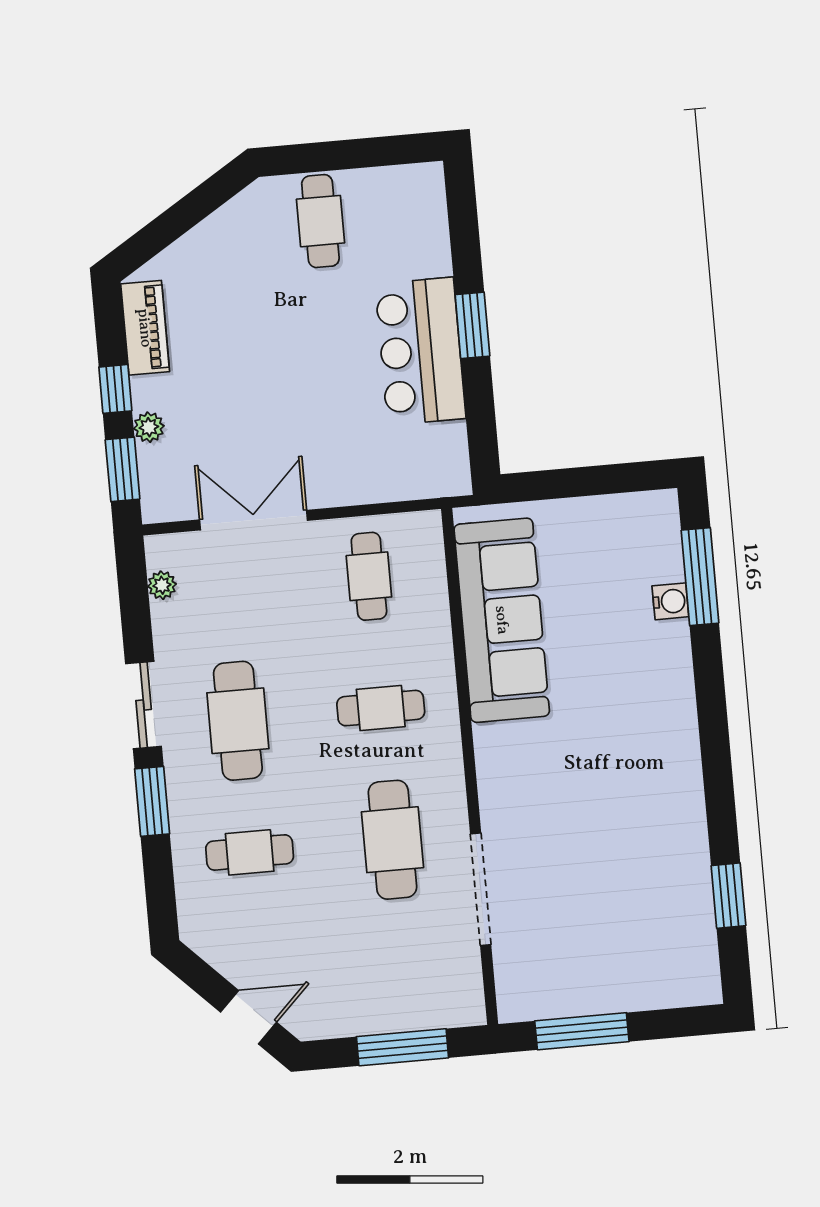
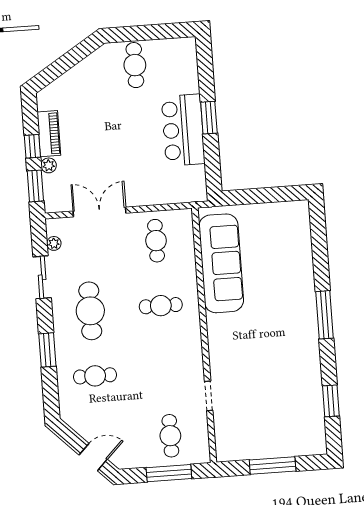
piano: (145, 328) -> (49, 134), moved
window: (700, 577) -> (325, 315), moved
water cooler: (670, 601) -> (305, 255), removed
sliding door: (144, 705) -> (42, 277), moved
cafe table: (392, 840) -> (170, 436), moved, width x0.73, depth x0.74
doorway: (481, 889) -> (209, 396), width x0.53
window: (582, 1031) -> (273, 466), moved

